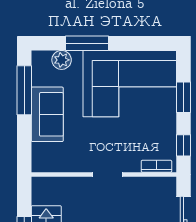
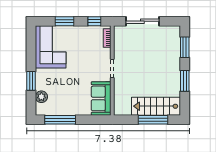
window: (87, 43) -> (31, 81), width x0.69
corner sofa: (130, 84) -> (51, 47), width x0.73, depth x0.74
sofa: (47, 114) -> (101, 98), moved, turned -90

